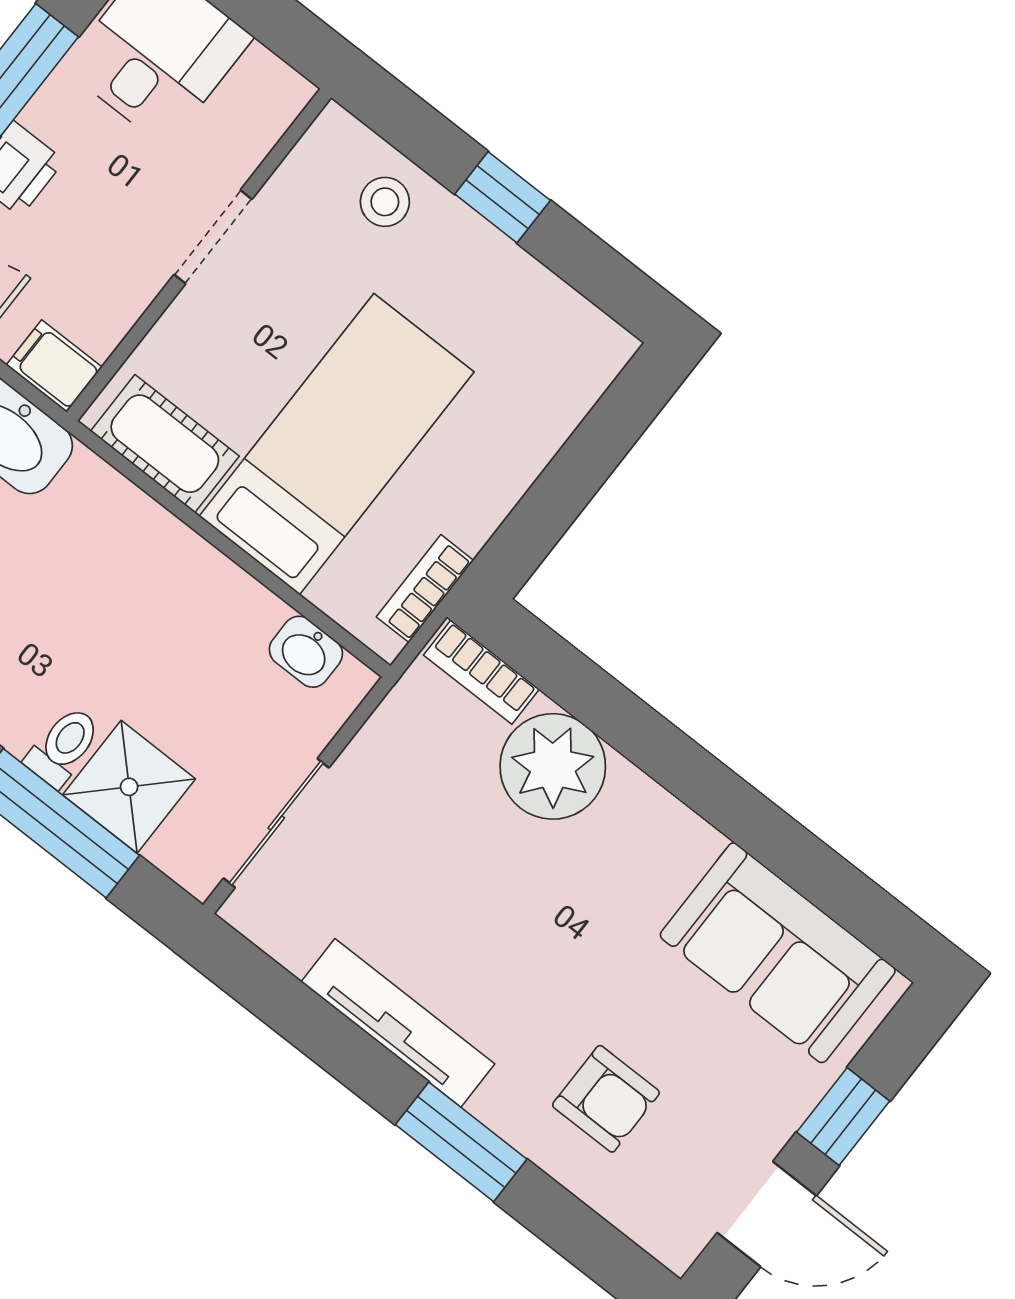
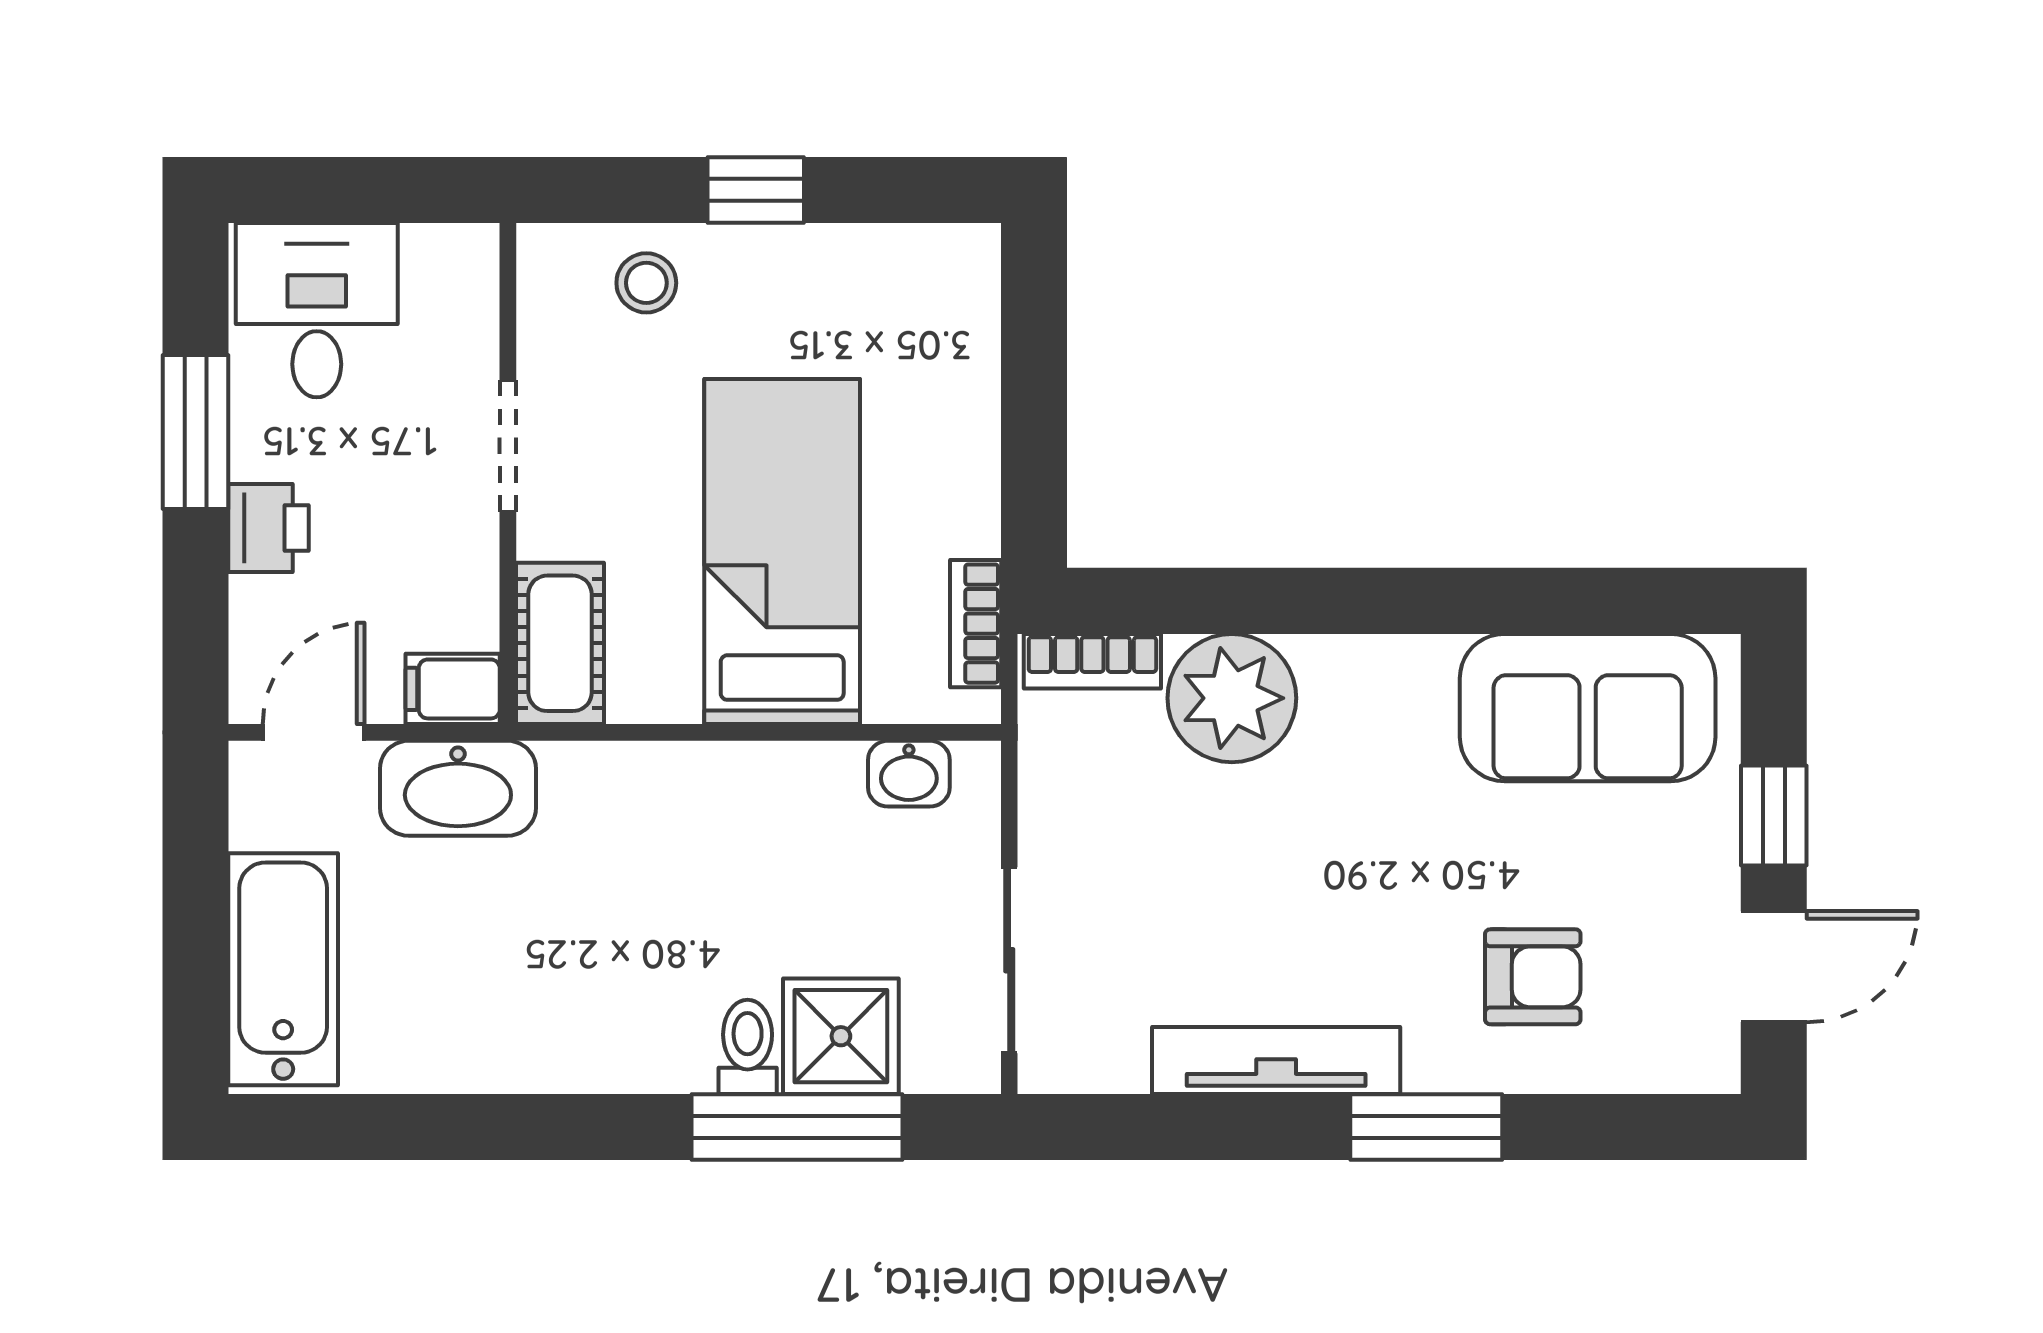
cot: (165, 444) -> (560, 643), moved, turned 90

